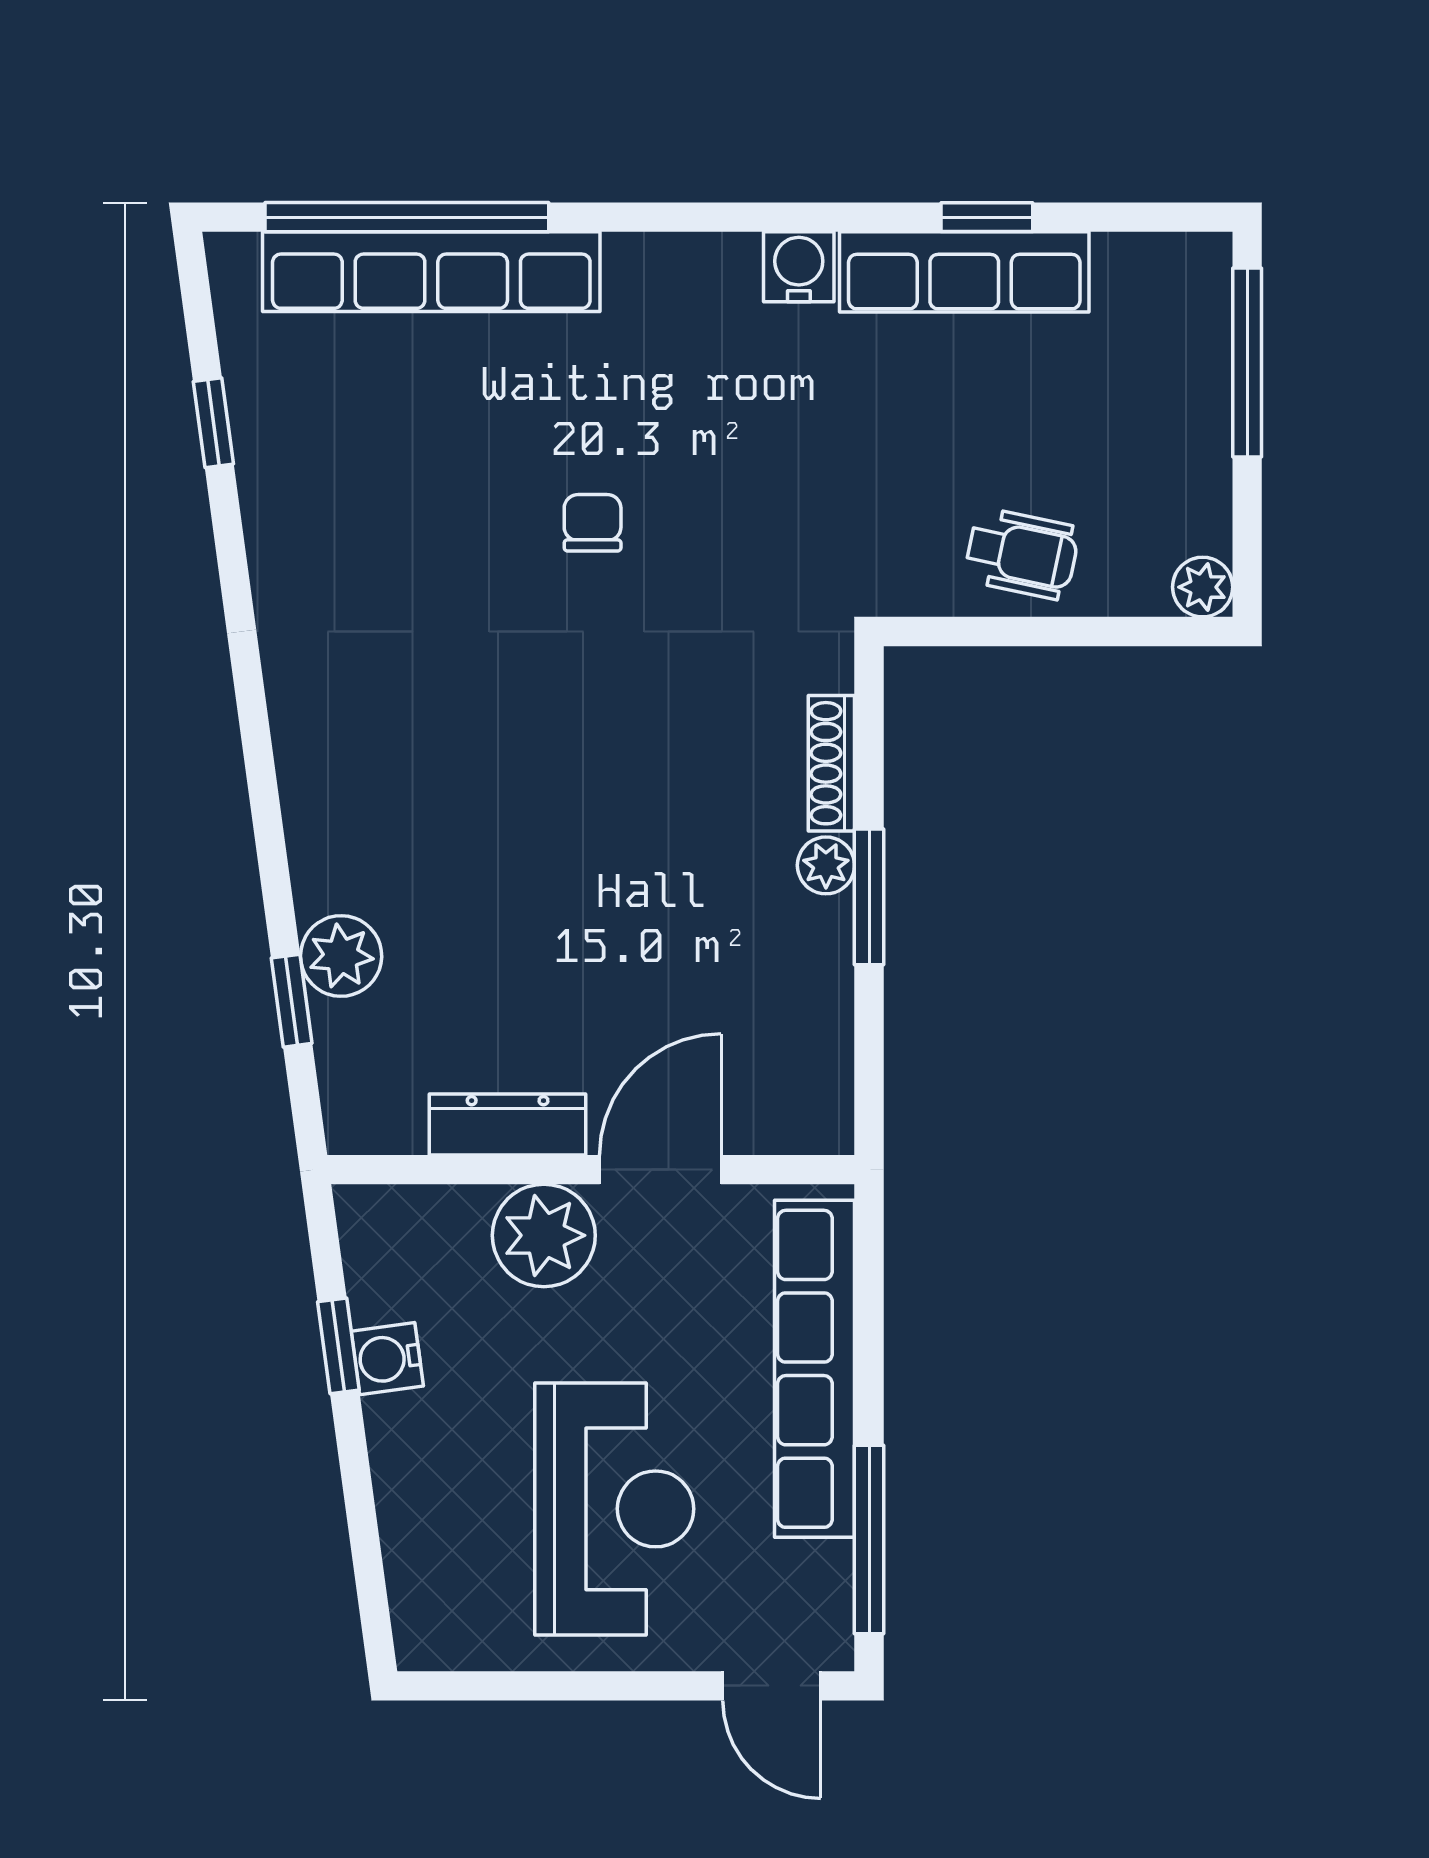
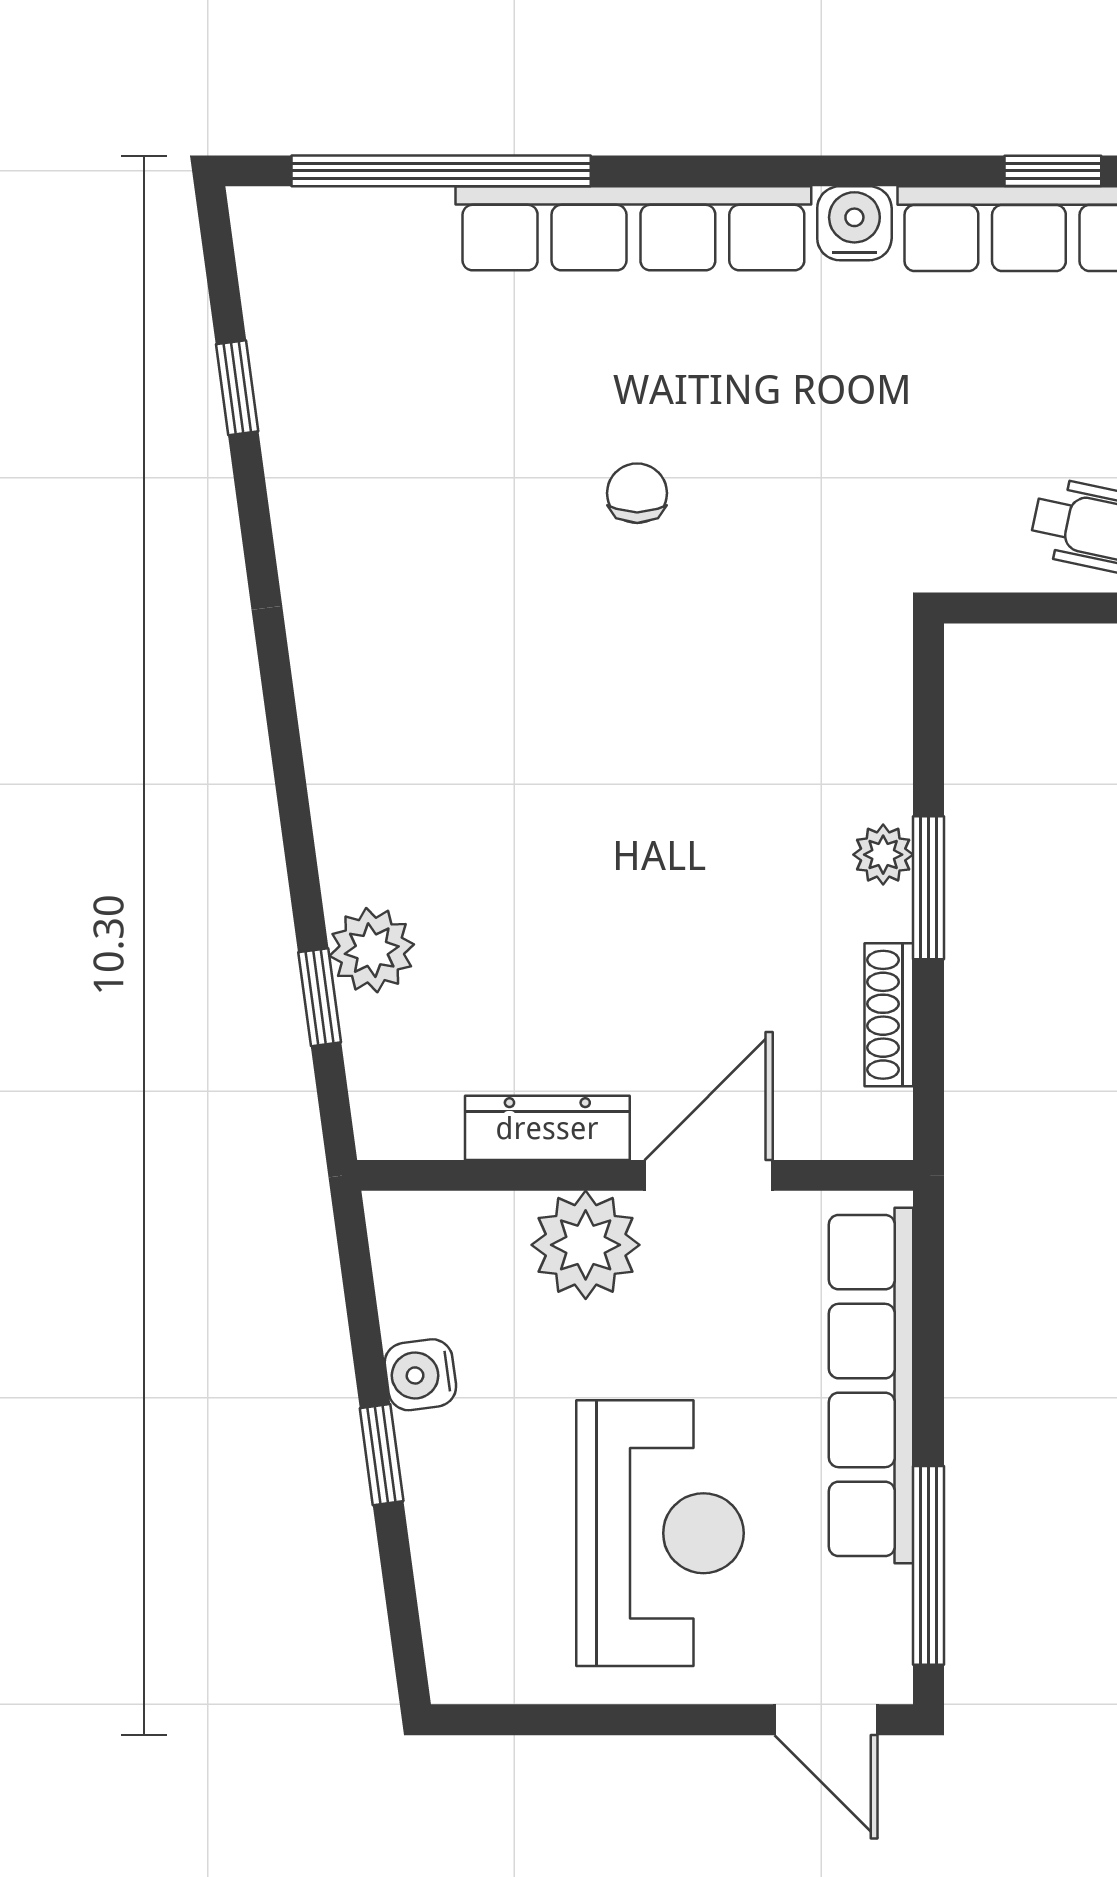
row of seats: (431, 272) -> (633, 228), moved
shoe rack: (831, 763) -> (889, 1015), moved
window: (338, 1346) -> (382, 1455), moved

